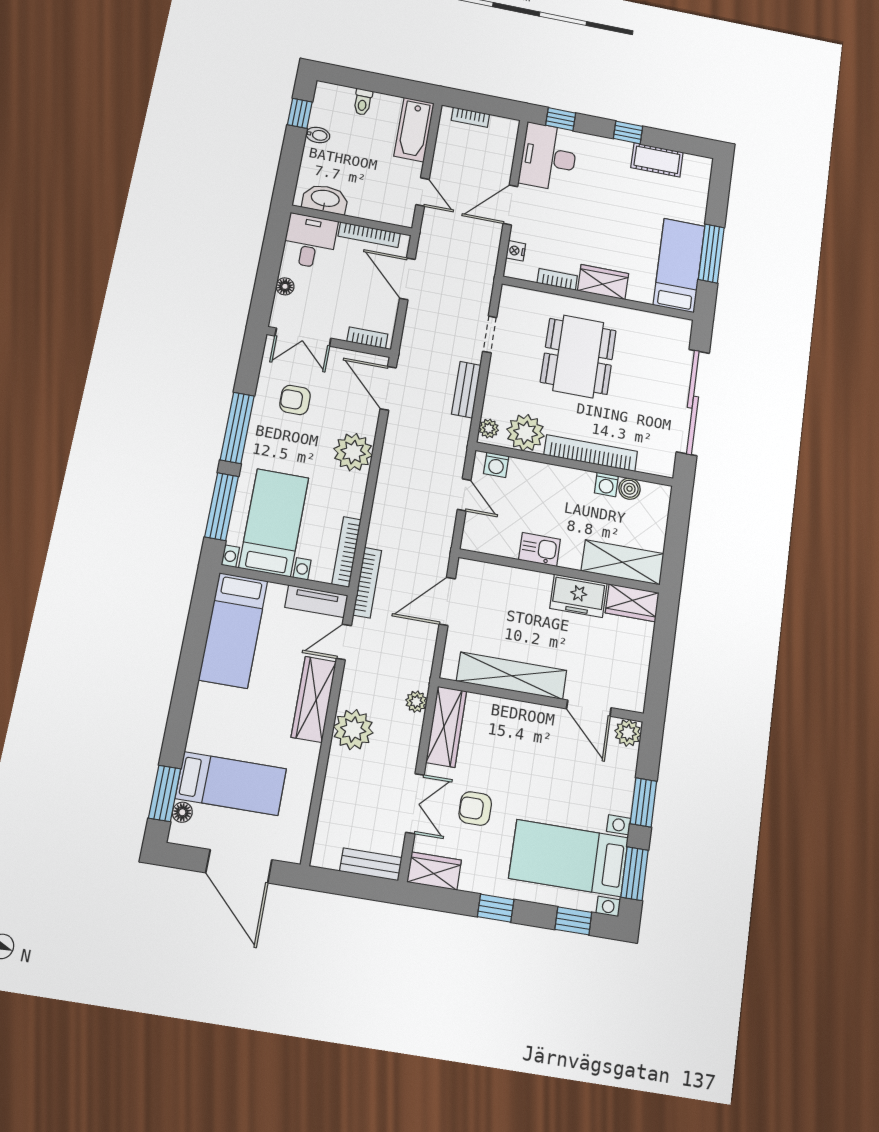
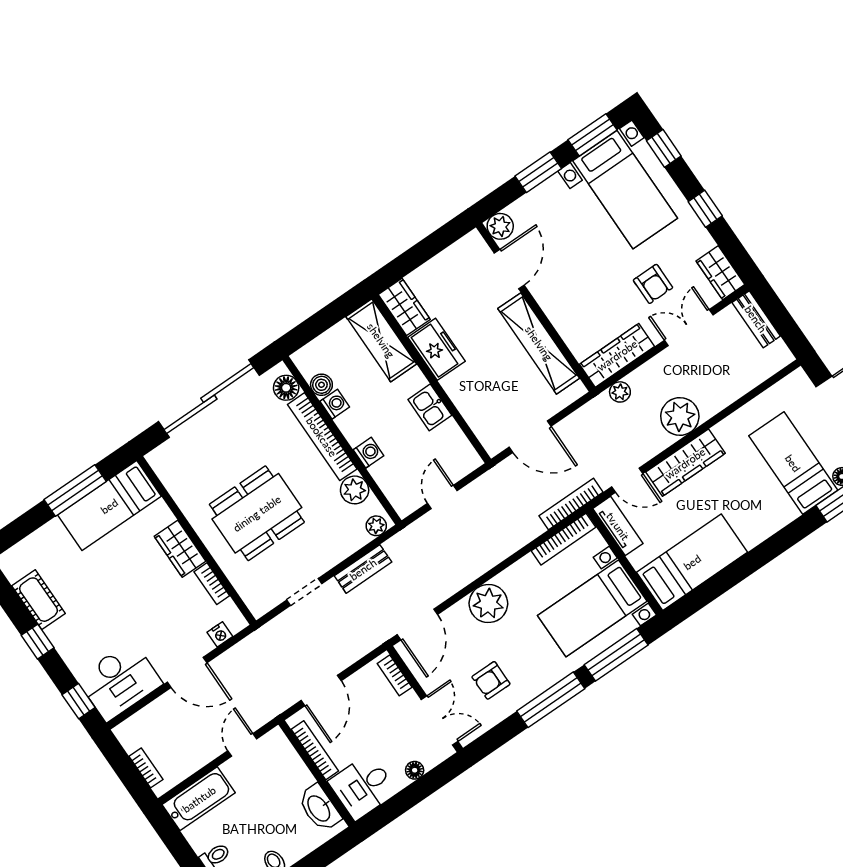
armchair: (295, 400) -> (491, 680), turned 90
plant: (525, 433) -> (355, 490), width x0.73, depth x0.73
floor lamp: (651, 462) -> (286, 388), added
washing machine: (496, 465) -> (369, 453), moved

